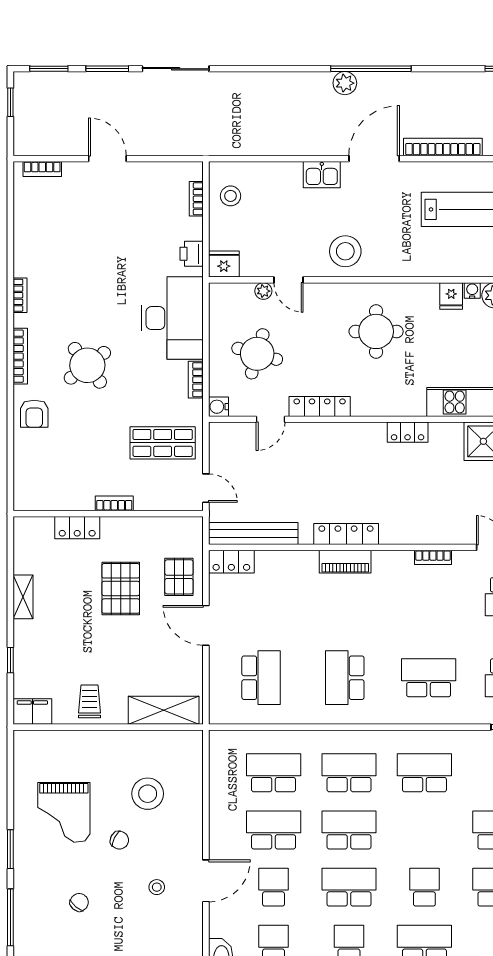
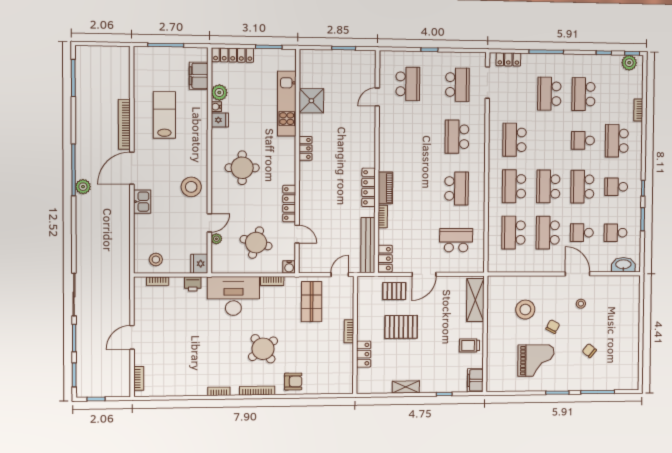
door: (374, 159) -> (132, 168), hinge flipped
bookcase: (433, 557) -> (383, 216), moved
school desk: (345, 678) -> (457, 189), turned -90

